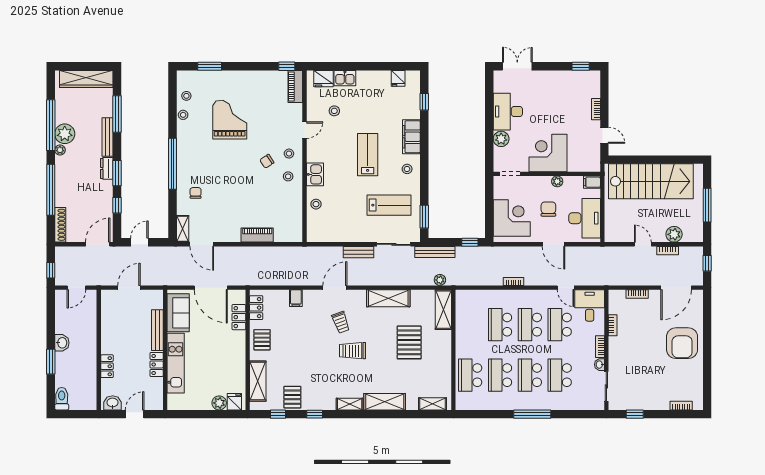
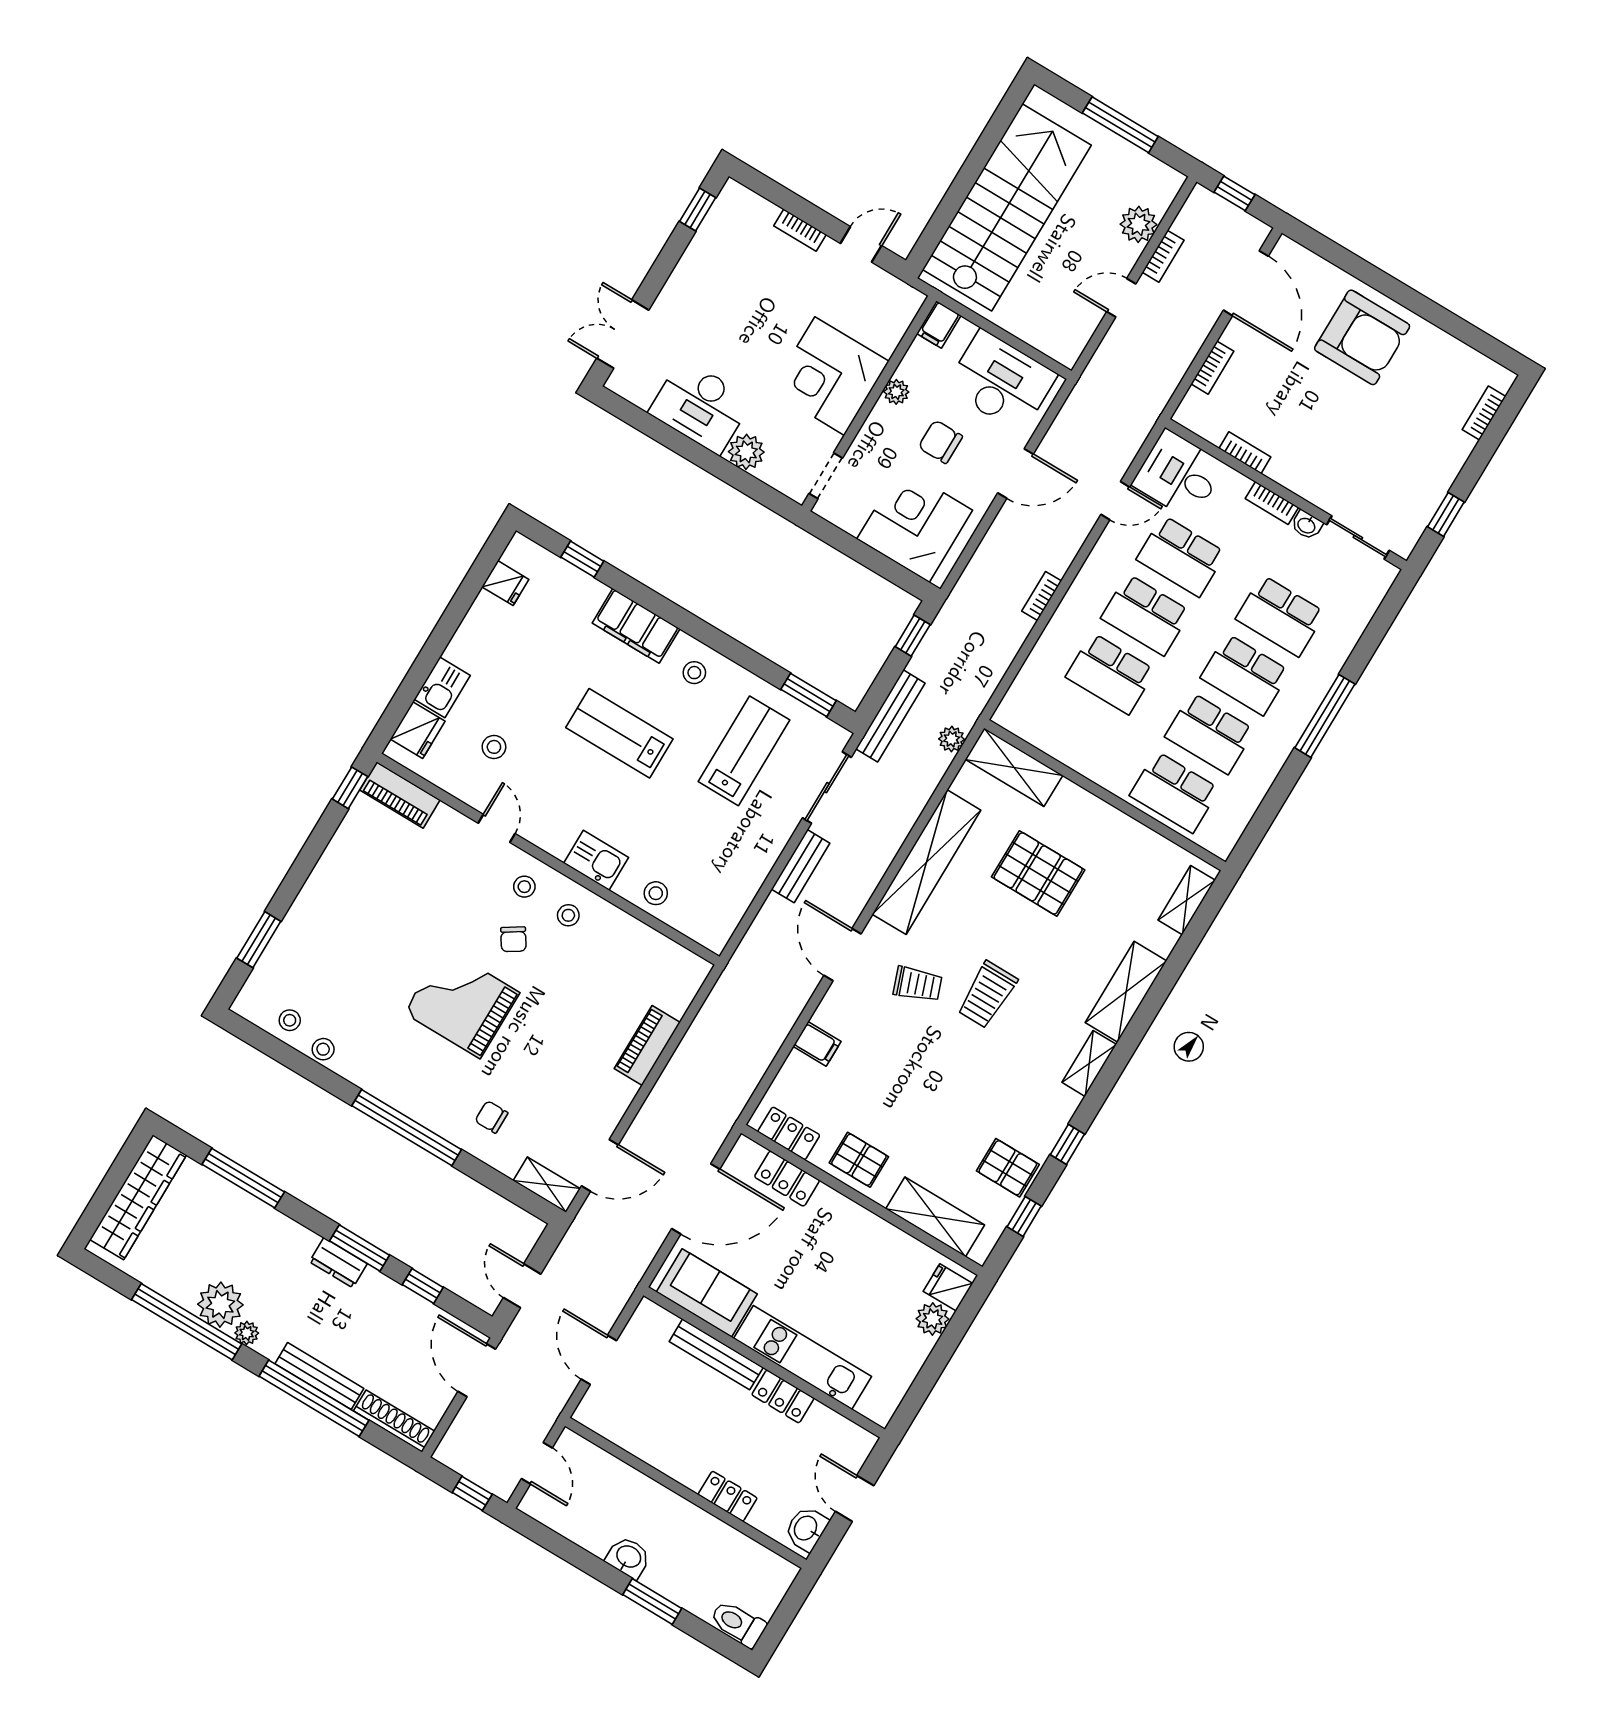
grand piano: (230, 120) -> (462, 1003), moved
bench: (108, 137) -> (319, 1376), moved
shelving: (388, 298) -> (927, 862), width x1.47

